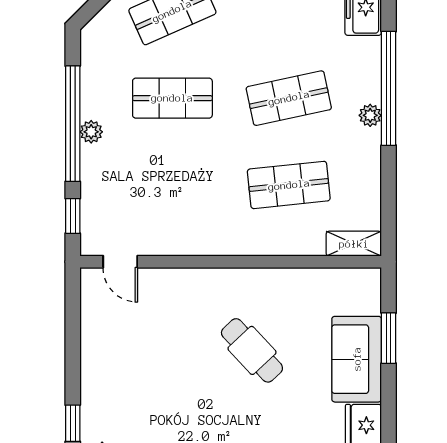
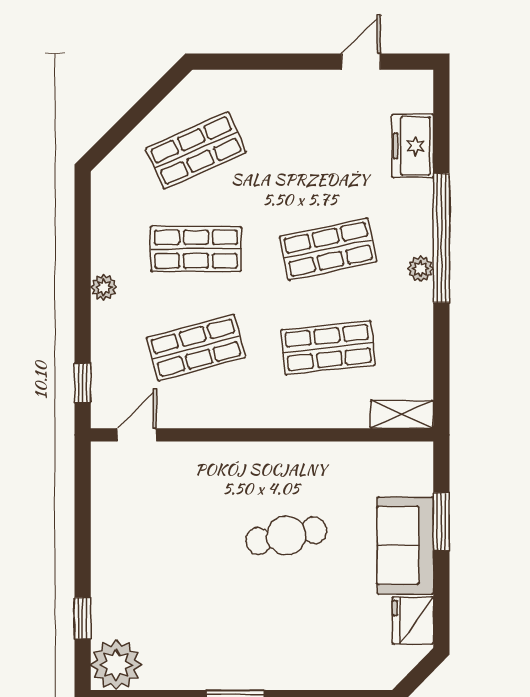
window: (73, 124) -> (83, 278), removed
shop shelf: (172, 185) -> (196, 348), added
door: (120, 262) -> (137, 435), swing flipped
cafe table: (252, 350) -> (286, 536), turned -58

